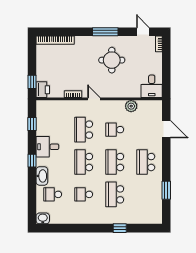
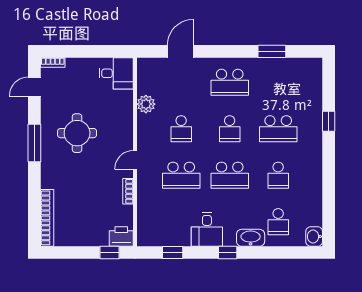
school desk: (115, 162) -> (230, 129), width x0.54

